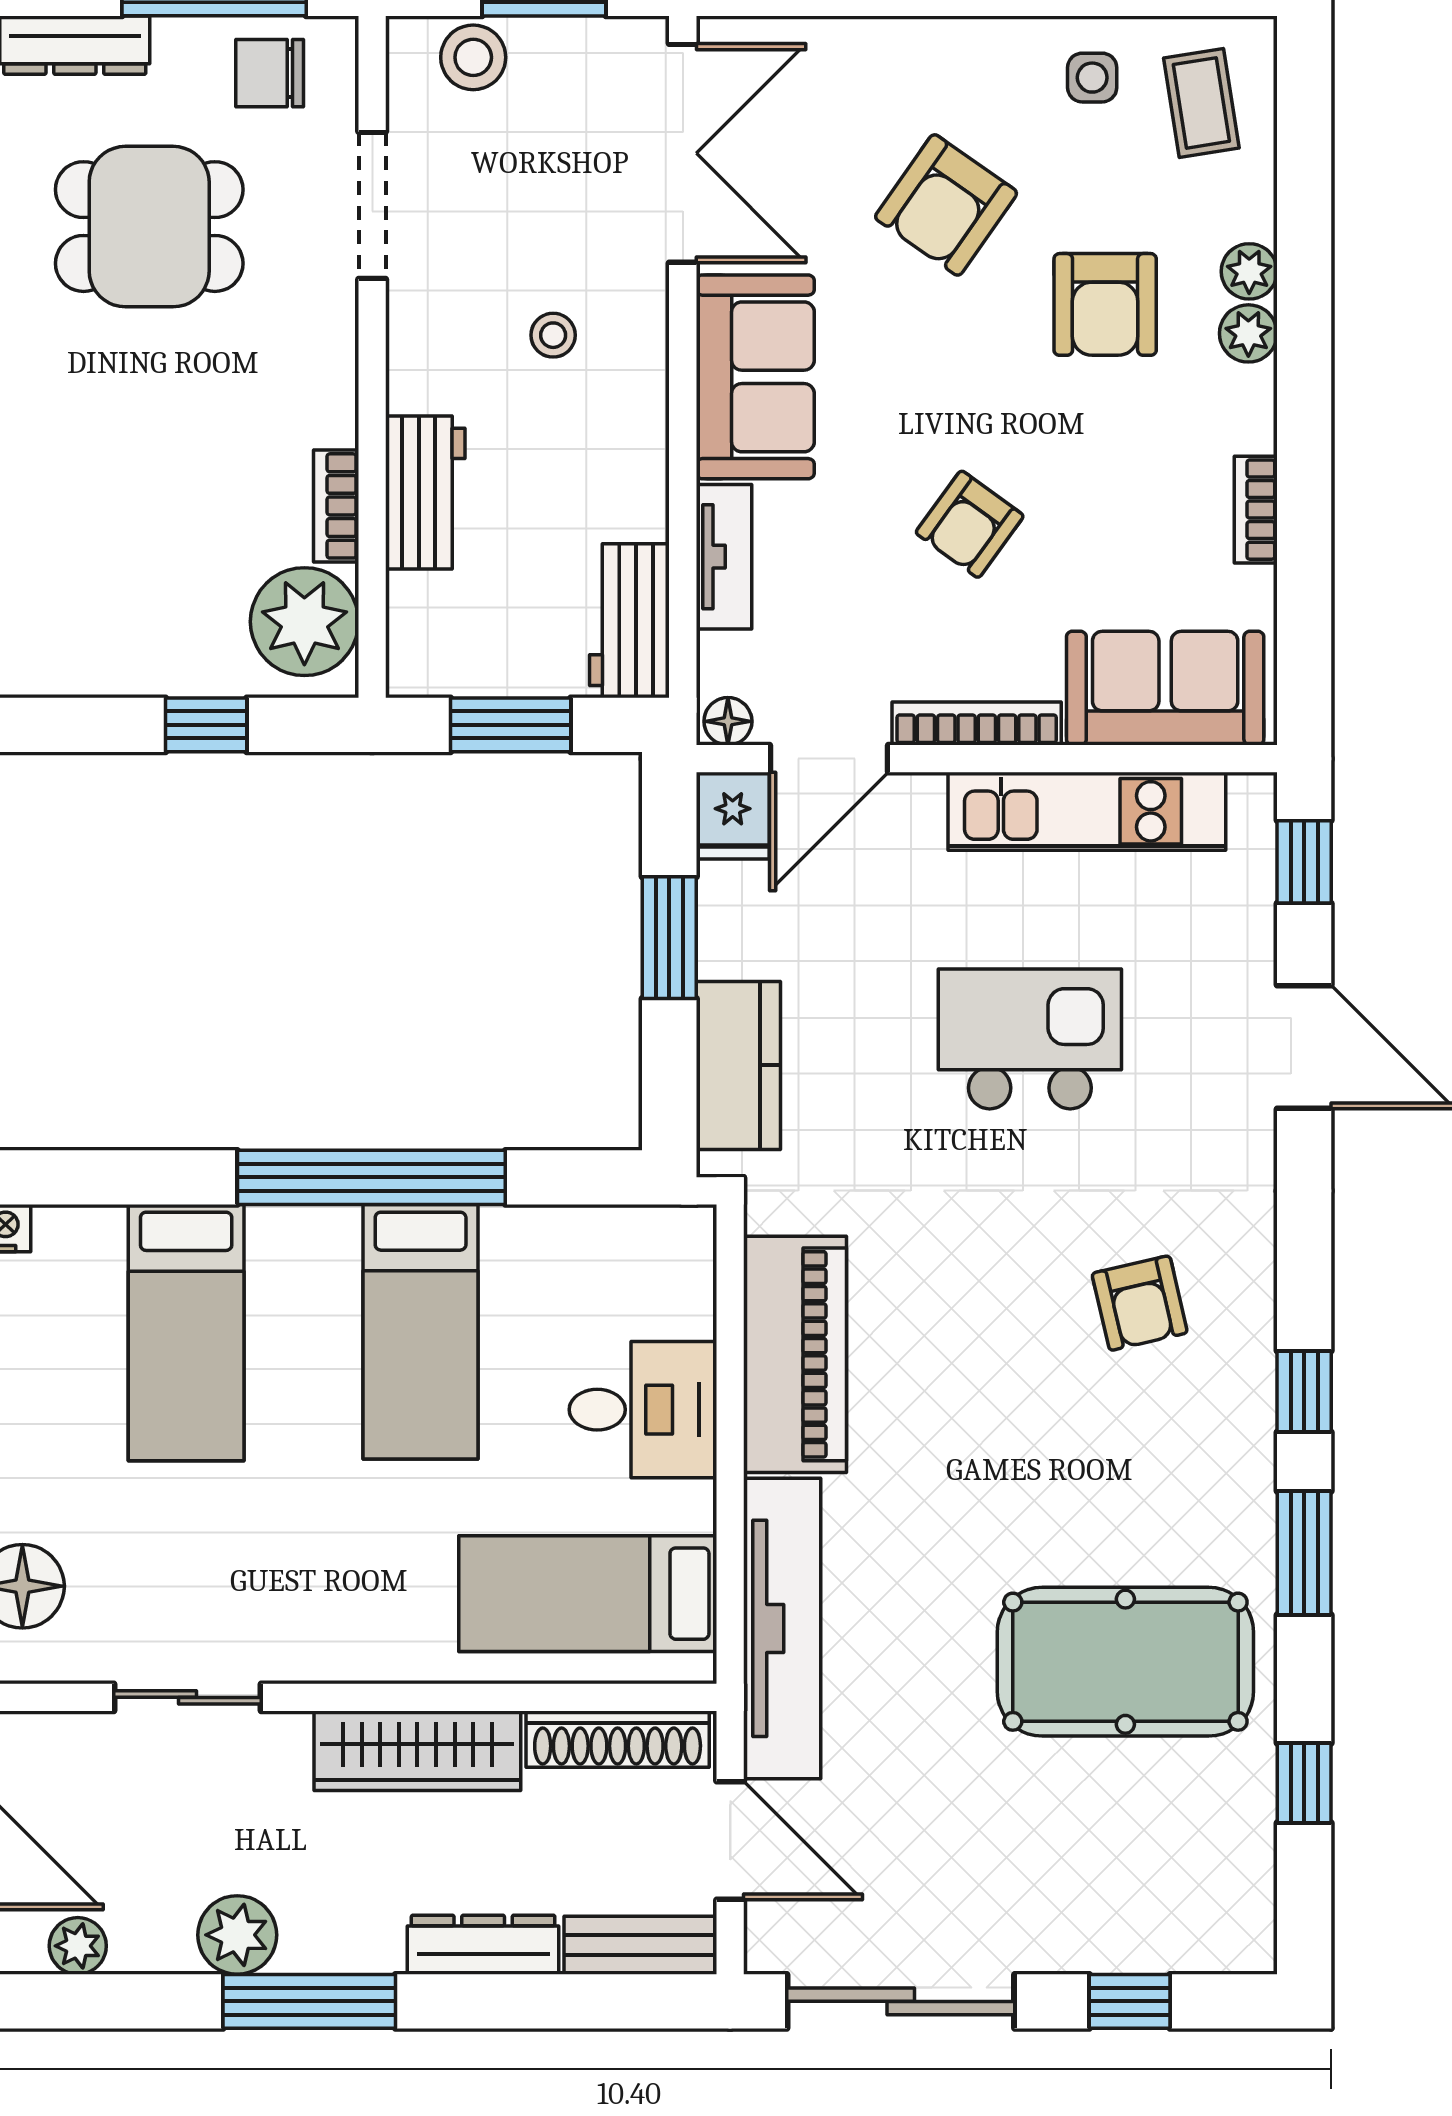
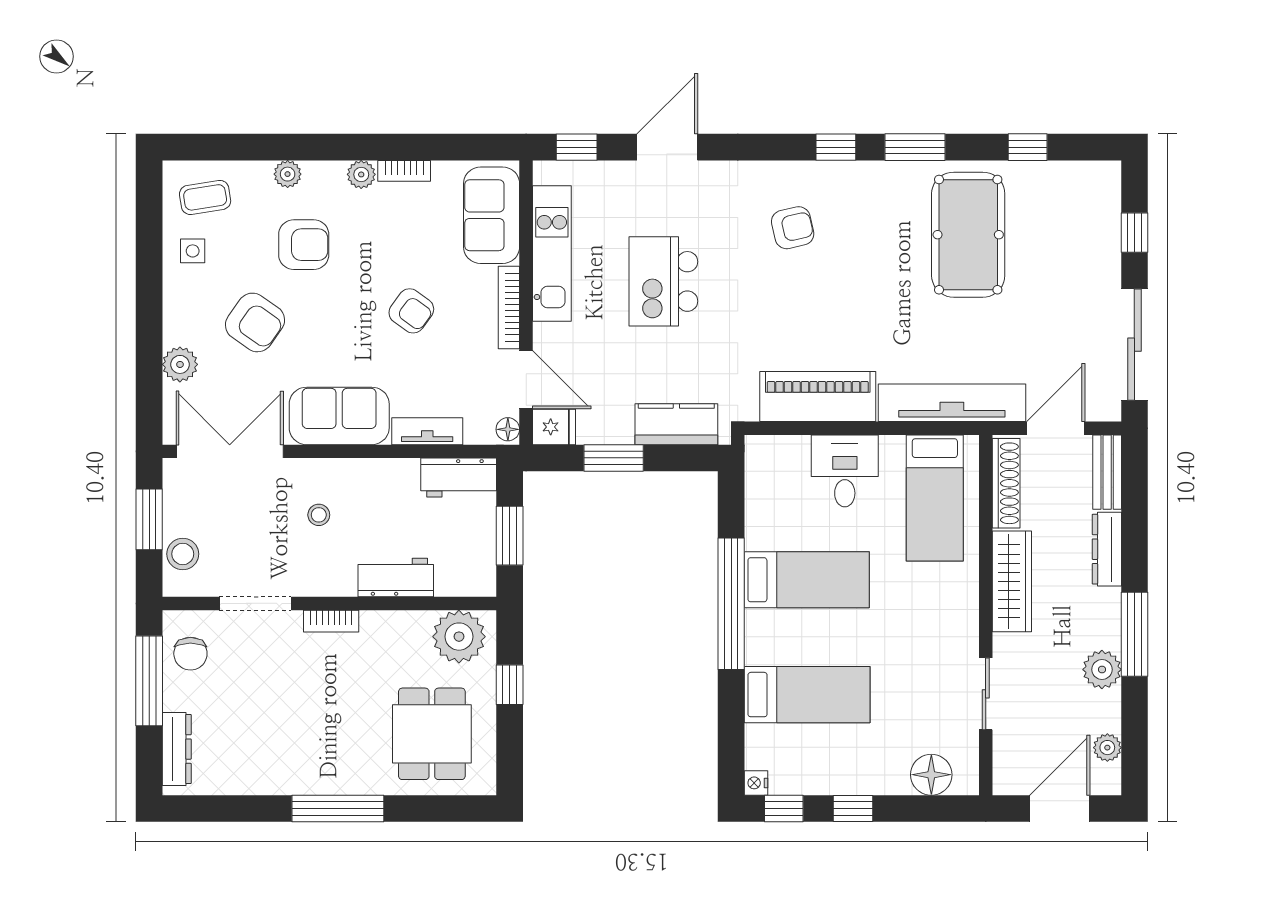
plant: (860, 52) -> (180, 364), added
dining table: (149, 227) -> (432, 734), moved
plant: (1248, 333) -> (361, 174), moved
bookcase: (336, 506) -> (331, 621), moved

